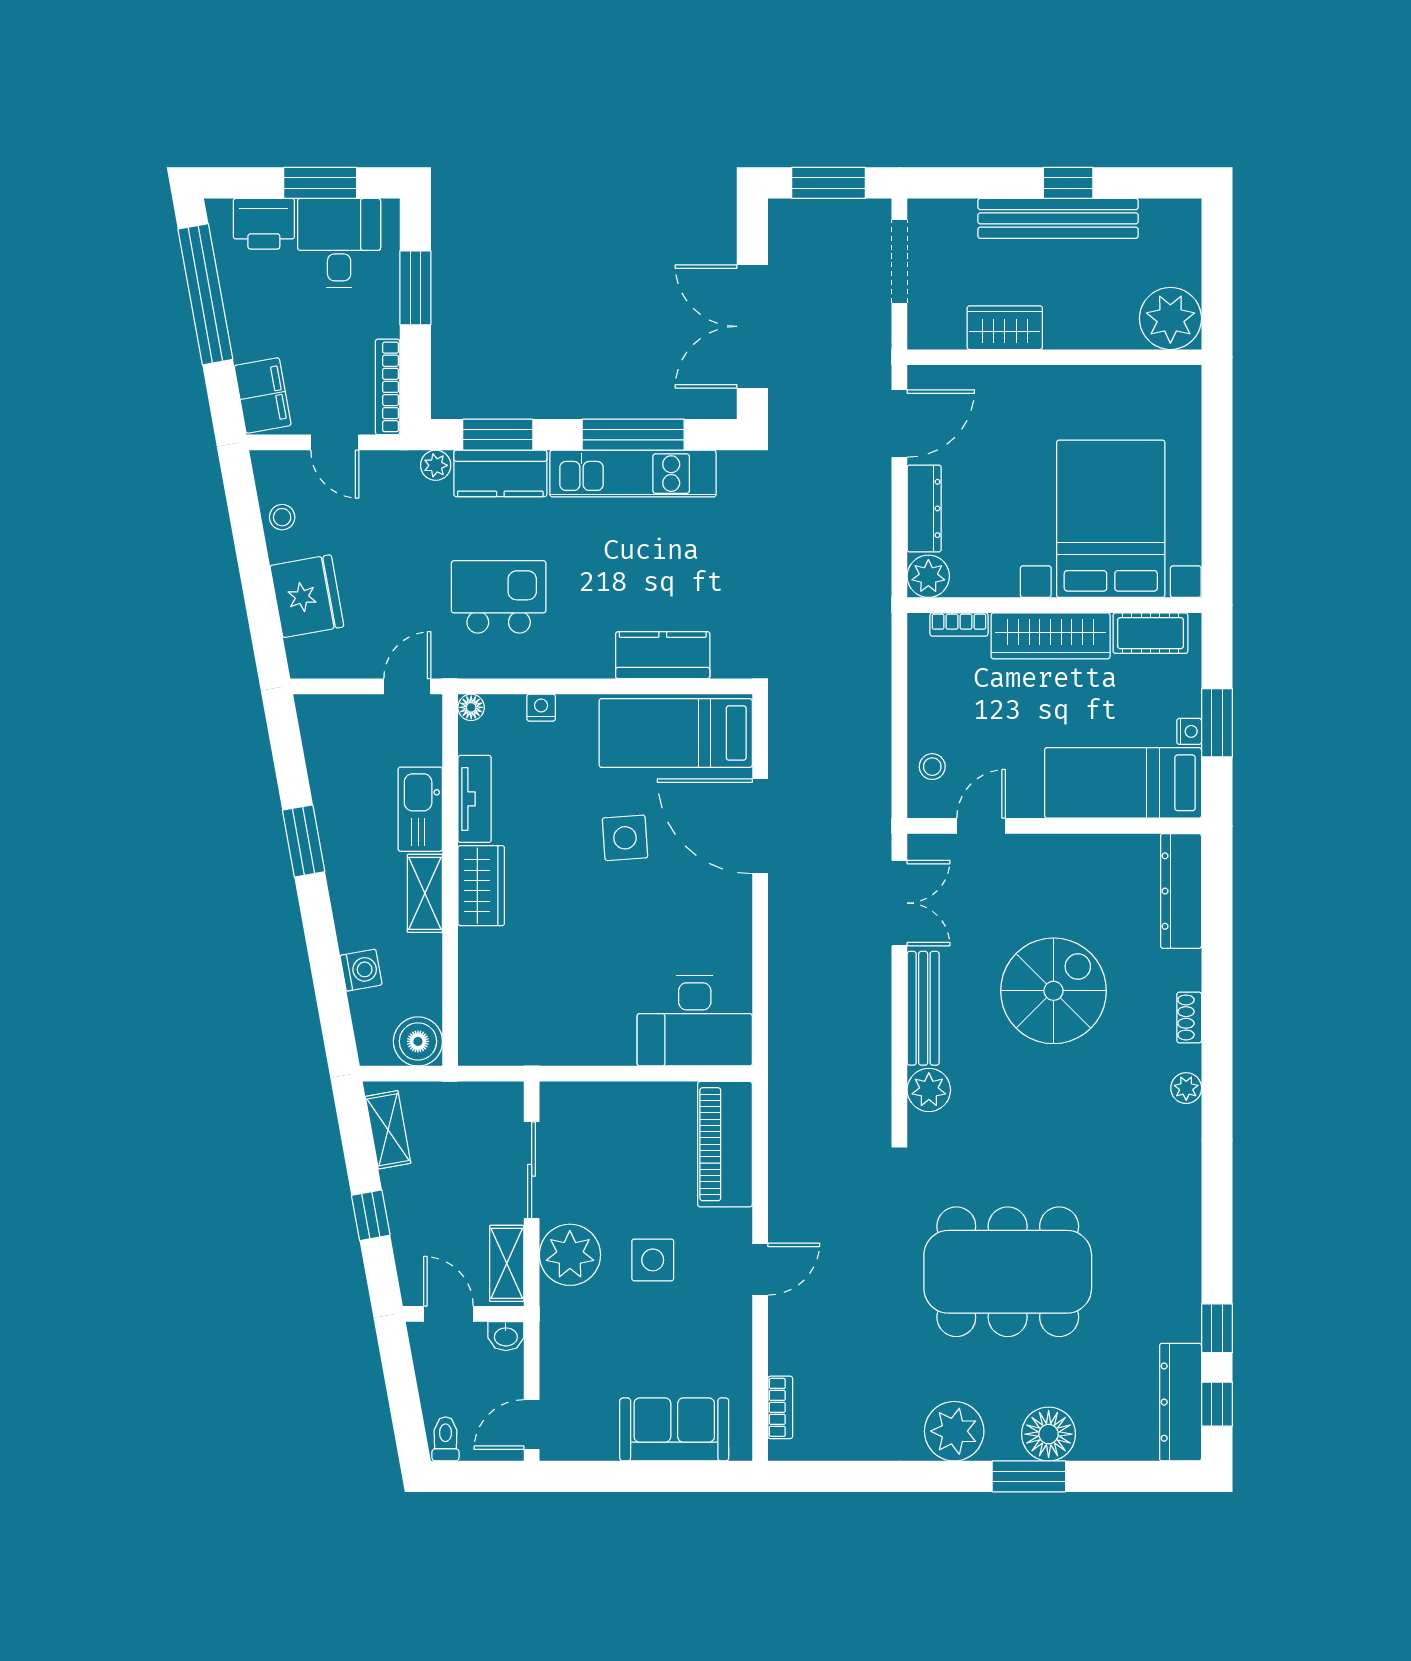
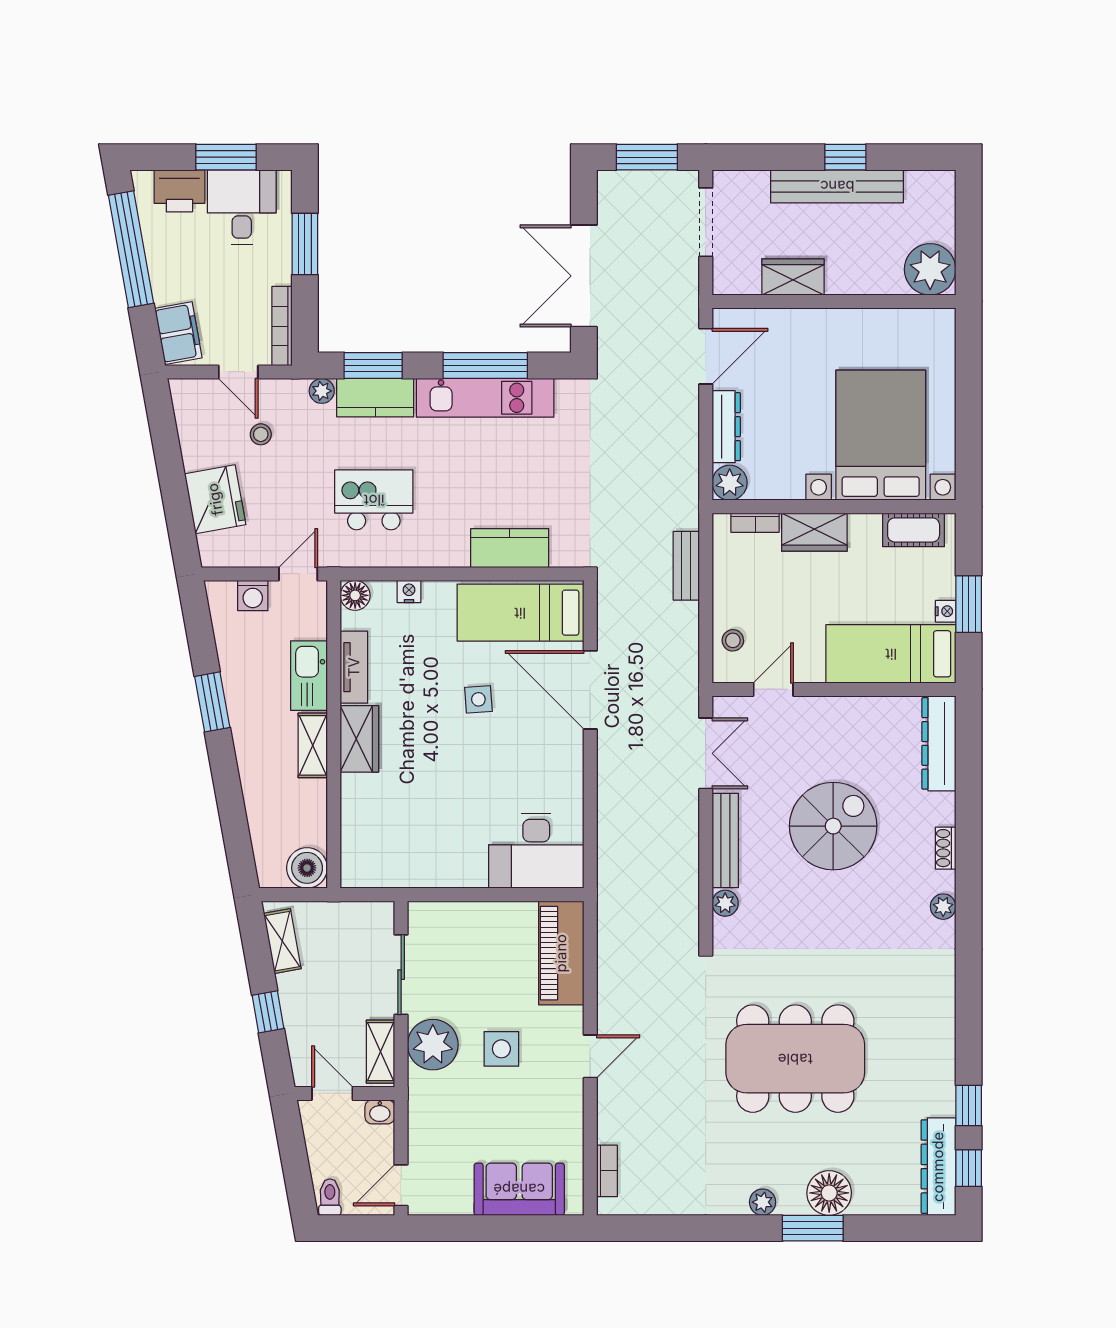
stool: (282, 517) -> (261, 434), moved
wardrobe: (1051, 636) -> (814, 532), width x0.67
bench: (876, 676) -> (686, 566), added
floor lamp: (471, 707) -> (355, 595), width x1.37, depth x1.37
side table: (625, 838) -> (478, 699), width x0.73, depth x0.73
washing machine: (361, 970) -> (253, 596), moved, turned 100
plant: (929, 1090) -> (725, 903), width x0.73, depth x0.73
plant: (954, 1431) -> (763, 1202), width x0.53, depth x0.53

